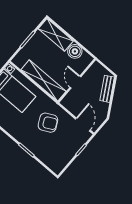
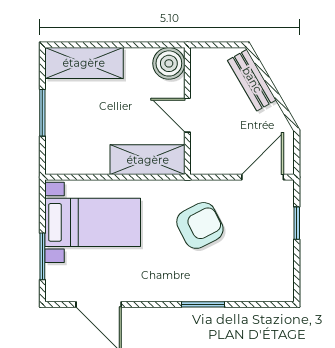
boiler: (75, 51) -> (169, 63), moved
shelving: (43, 80) -> (148, 160), width x0.68
door: (83, 124) -> (263, 177), hinge flipped

